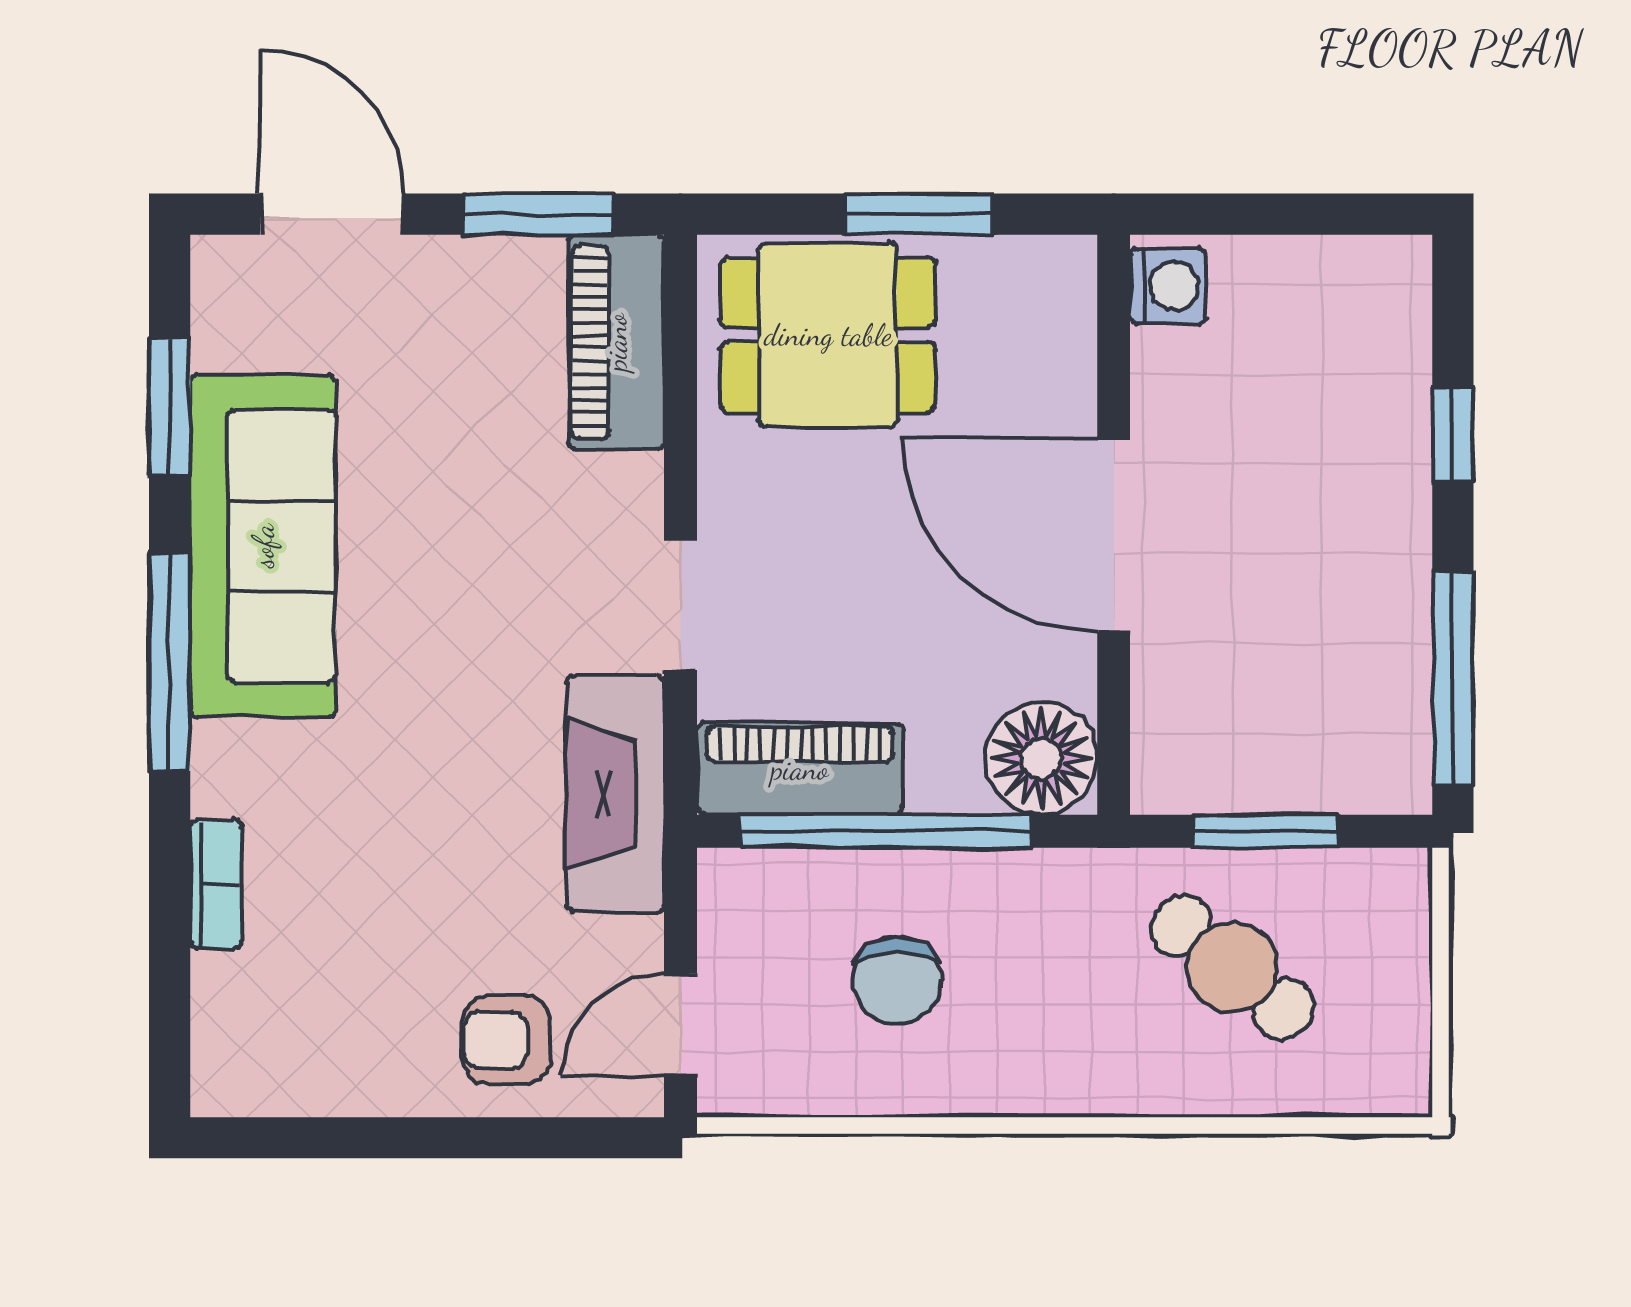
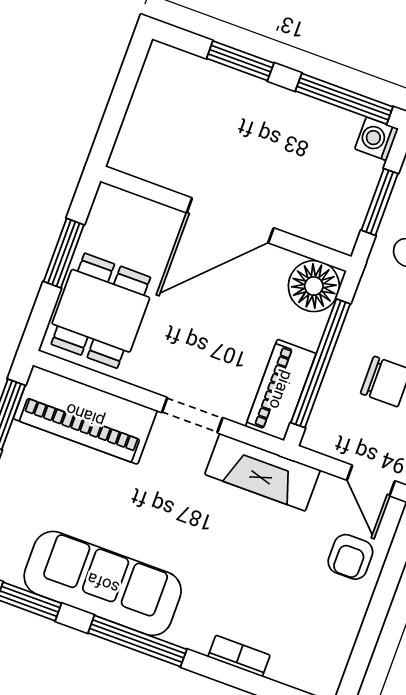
washing machine: (1168, 286) -> (377, 139), moved, turned -90
piano: (616, 342) -> (85, 415), width x1.37, depth x1.33
window: (1453, 434) -> (240, 61), width x1.50

